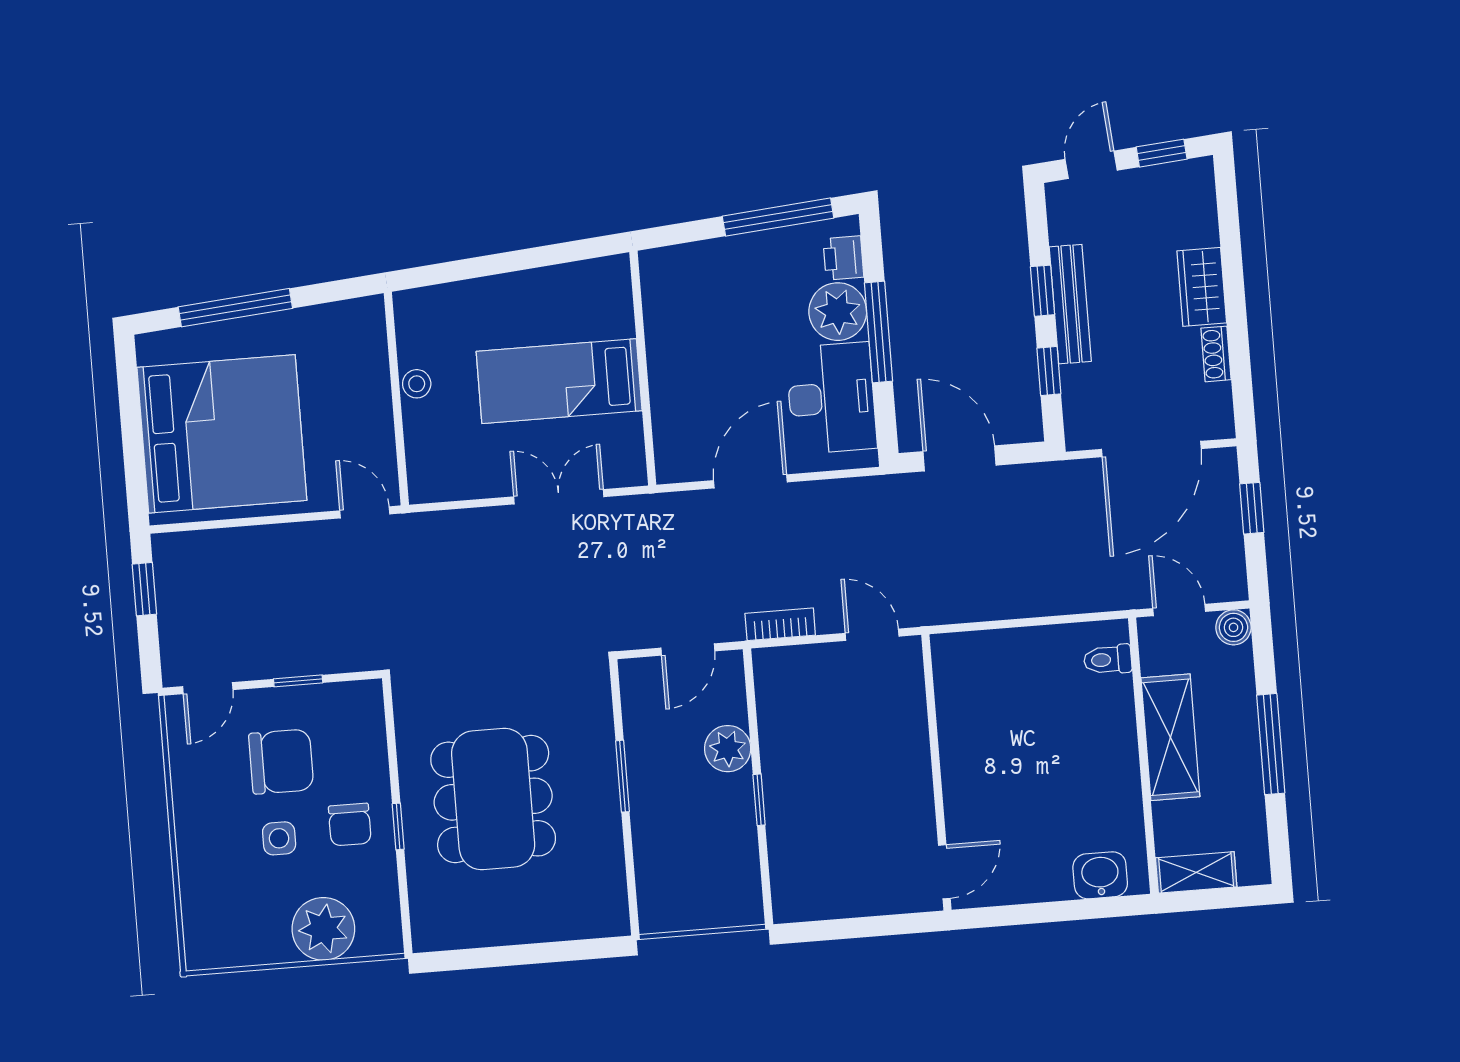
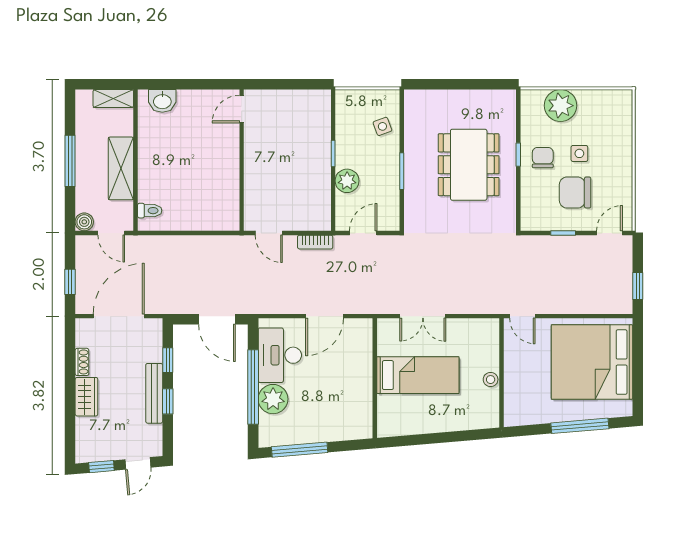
printer: (843, 258) -> (268, 426), removed
window: (879, 332) -> (253, 387), width x1.46
side table: (667, 860) -> (382, 126), added

